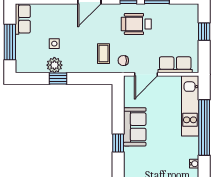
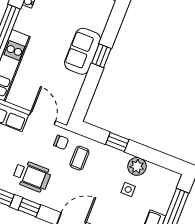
door: (146, 74) -> (43, 118), hinge flipped
window: (58, 78) -> (117, 142), moved
sofa: (135, 127) -> (83, 51), moved

